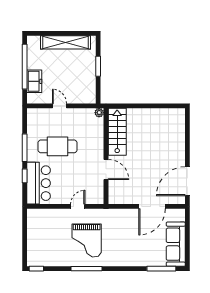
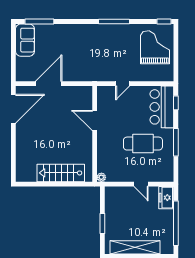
freezer: (34, 81) -> (166, 198), moved
stairs: (117, 132) -> (61, 173), moved, turned 90
window: (25, 176) -> (176, 103), moved
grand piano: (87, 240) -> (155, 47), moved
sofa: (176, 244) -> (25, 40), width x0.73

